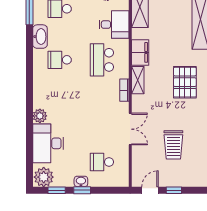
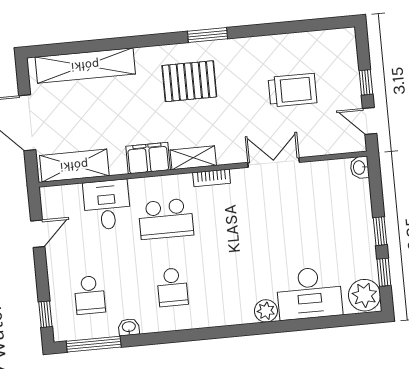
washbasin: (40, 37) -> (129, 327), width x0.52, depth x0.69
school desk: (102, 162) -> (331, 203), removed
washbasin: (81, 181) -> (360, 167), moved

